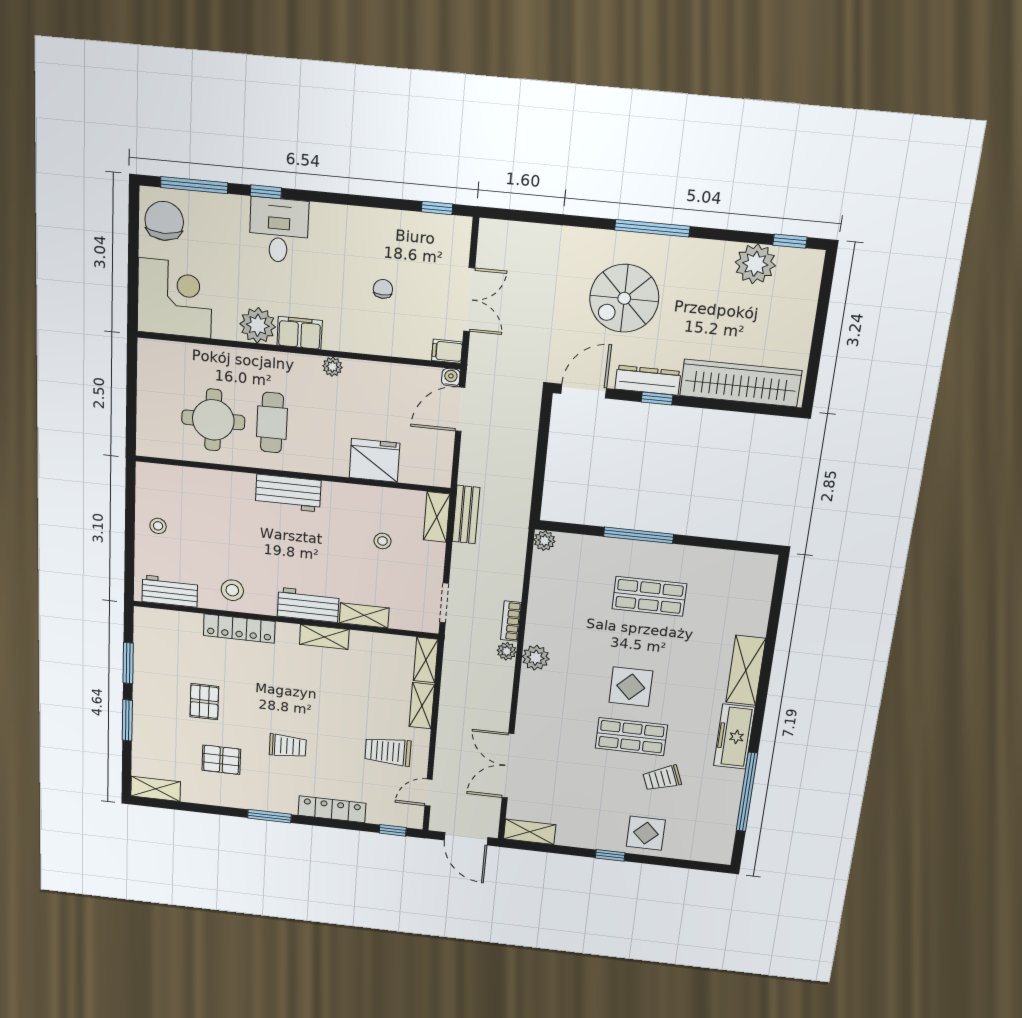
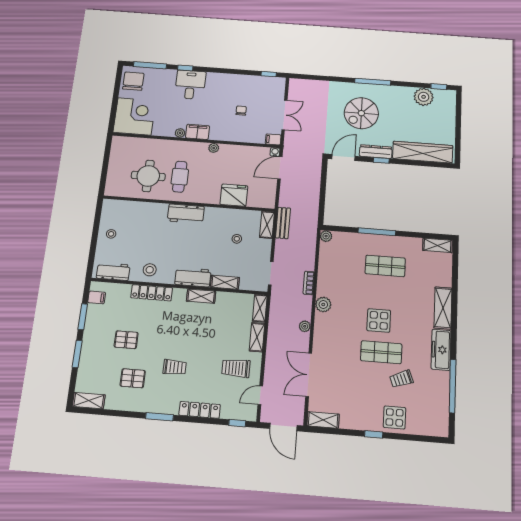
plant: (258, 325) -> (180, 133), width x0.53, depth x0.53
shelving: (749, 563) -> (437, 245), added
filing cabinet: (147, 633) -> (97, 297), added
plant: (507, 651) -> (305, 326), moved
pallet: (204, 702) -> (126, 340), turned 90

